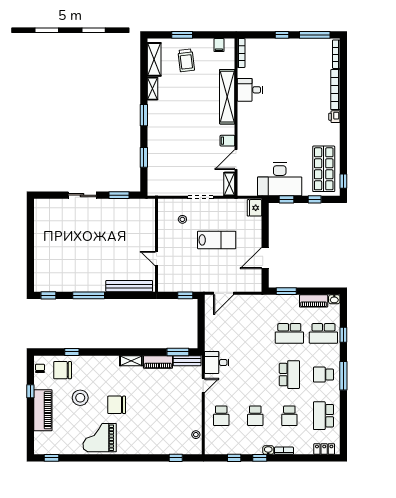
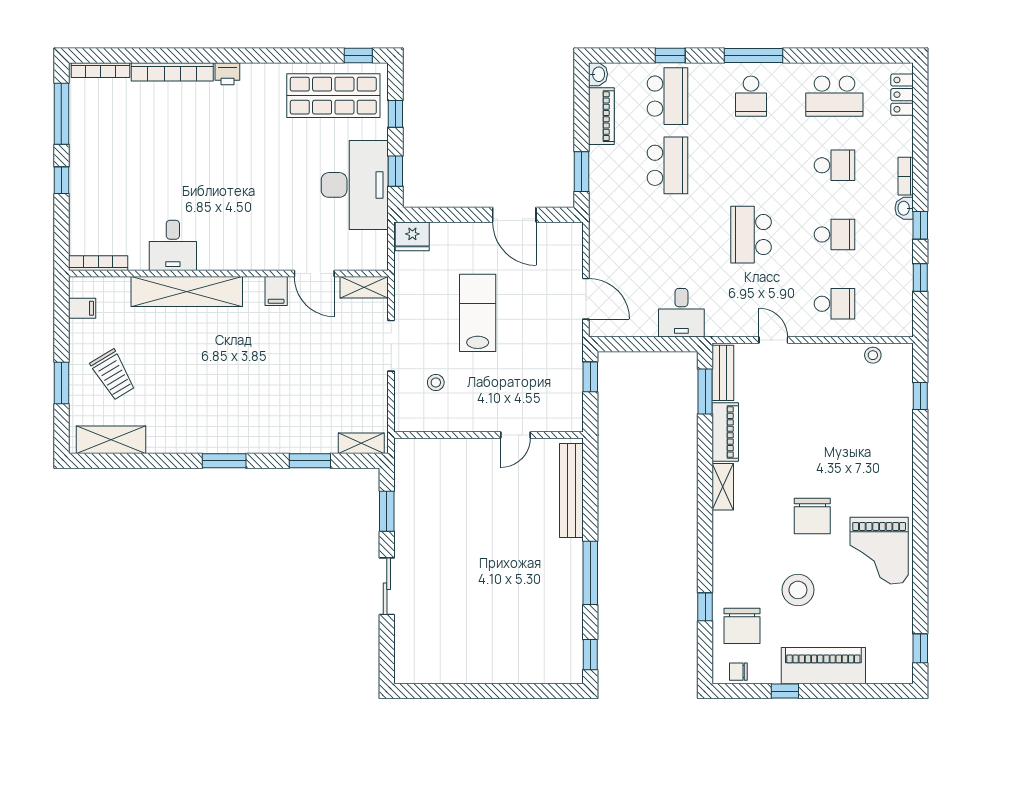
trolley: (186, 60) -> (113, 375), turned 66
shelving: (152, 89) -> (361, 443), moved
desk: (217, 362) -> (681, 313), moved
school desk: (289, 375) -> (751, 235), moved, turned -90

